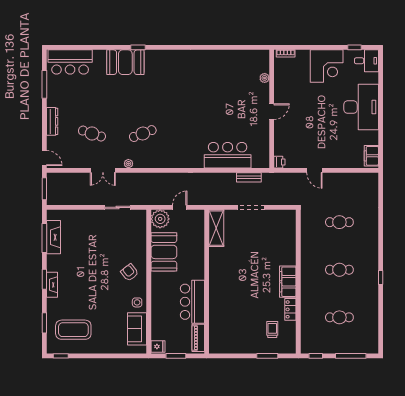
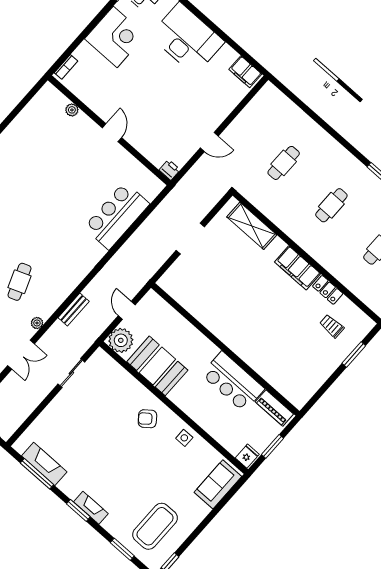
bench: (249, 177) -> (74, 309), moved
shelving: (216, 228) -> (252, 226), moved
sofa: (137, 329) -> (218, 484), moved, turned 90

